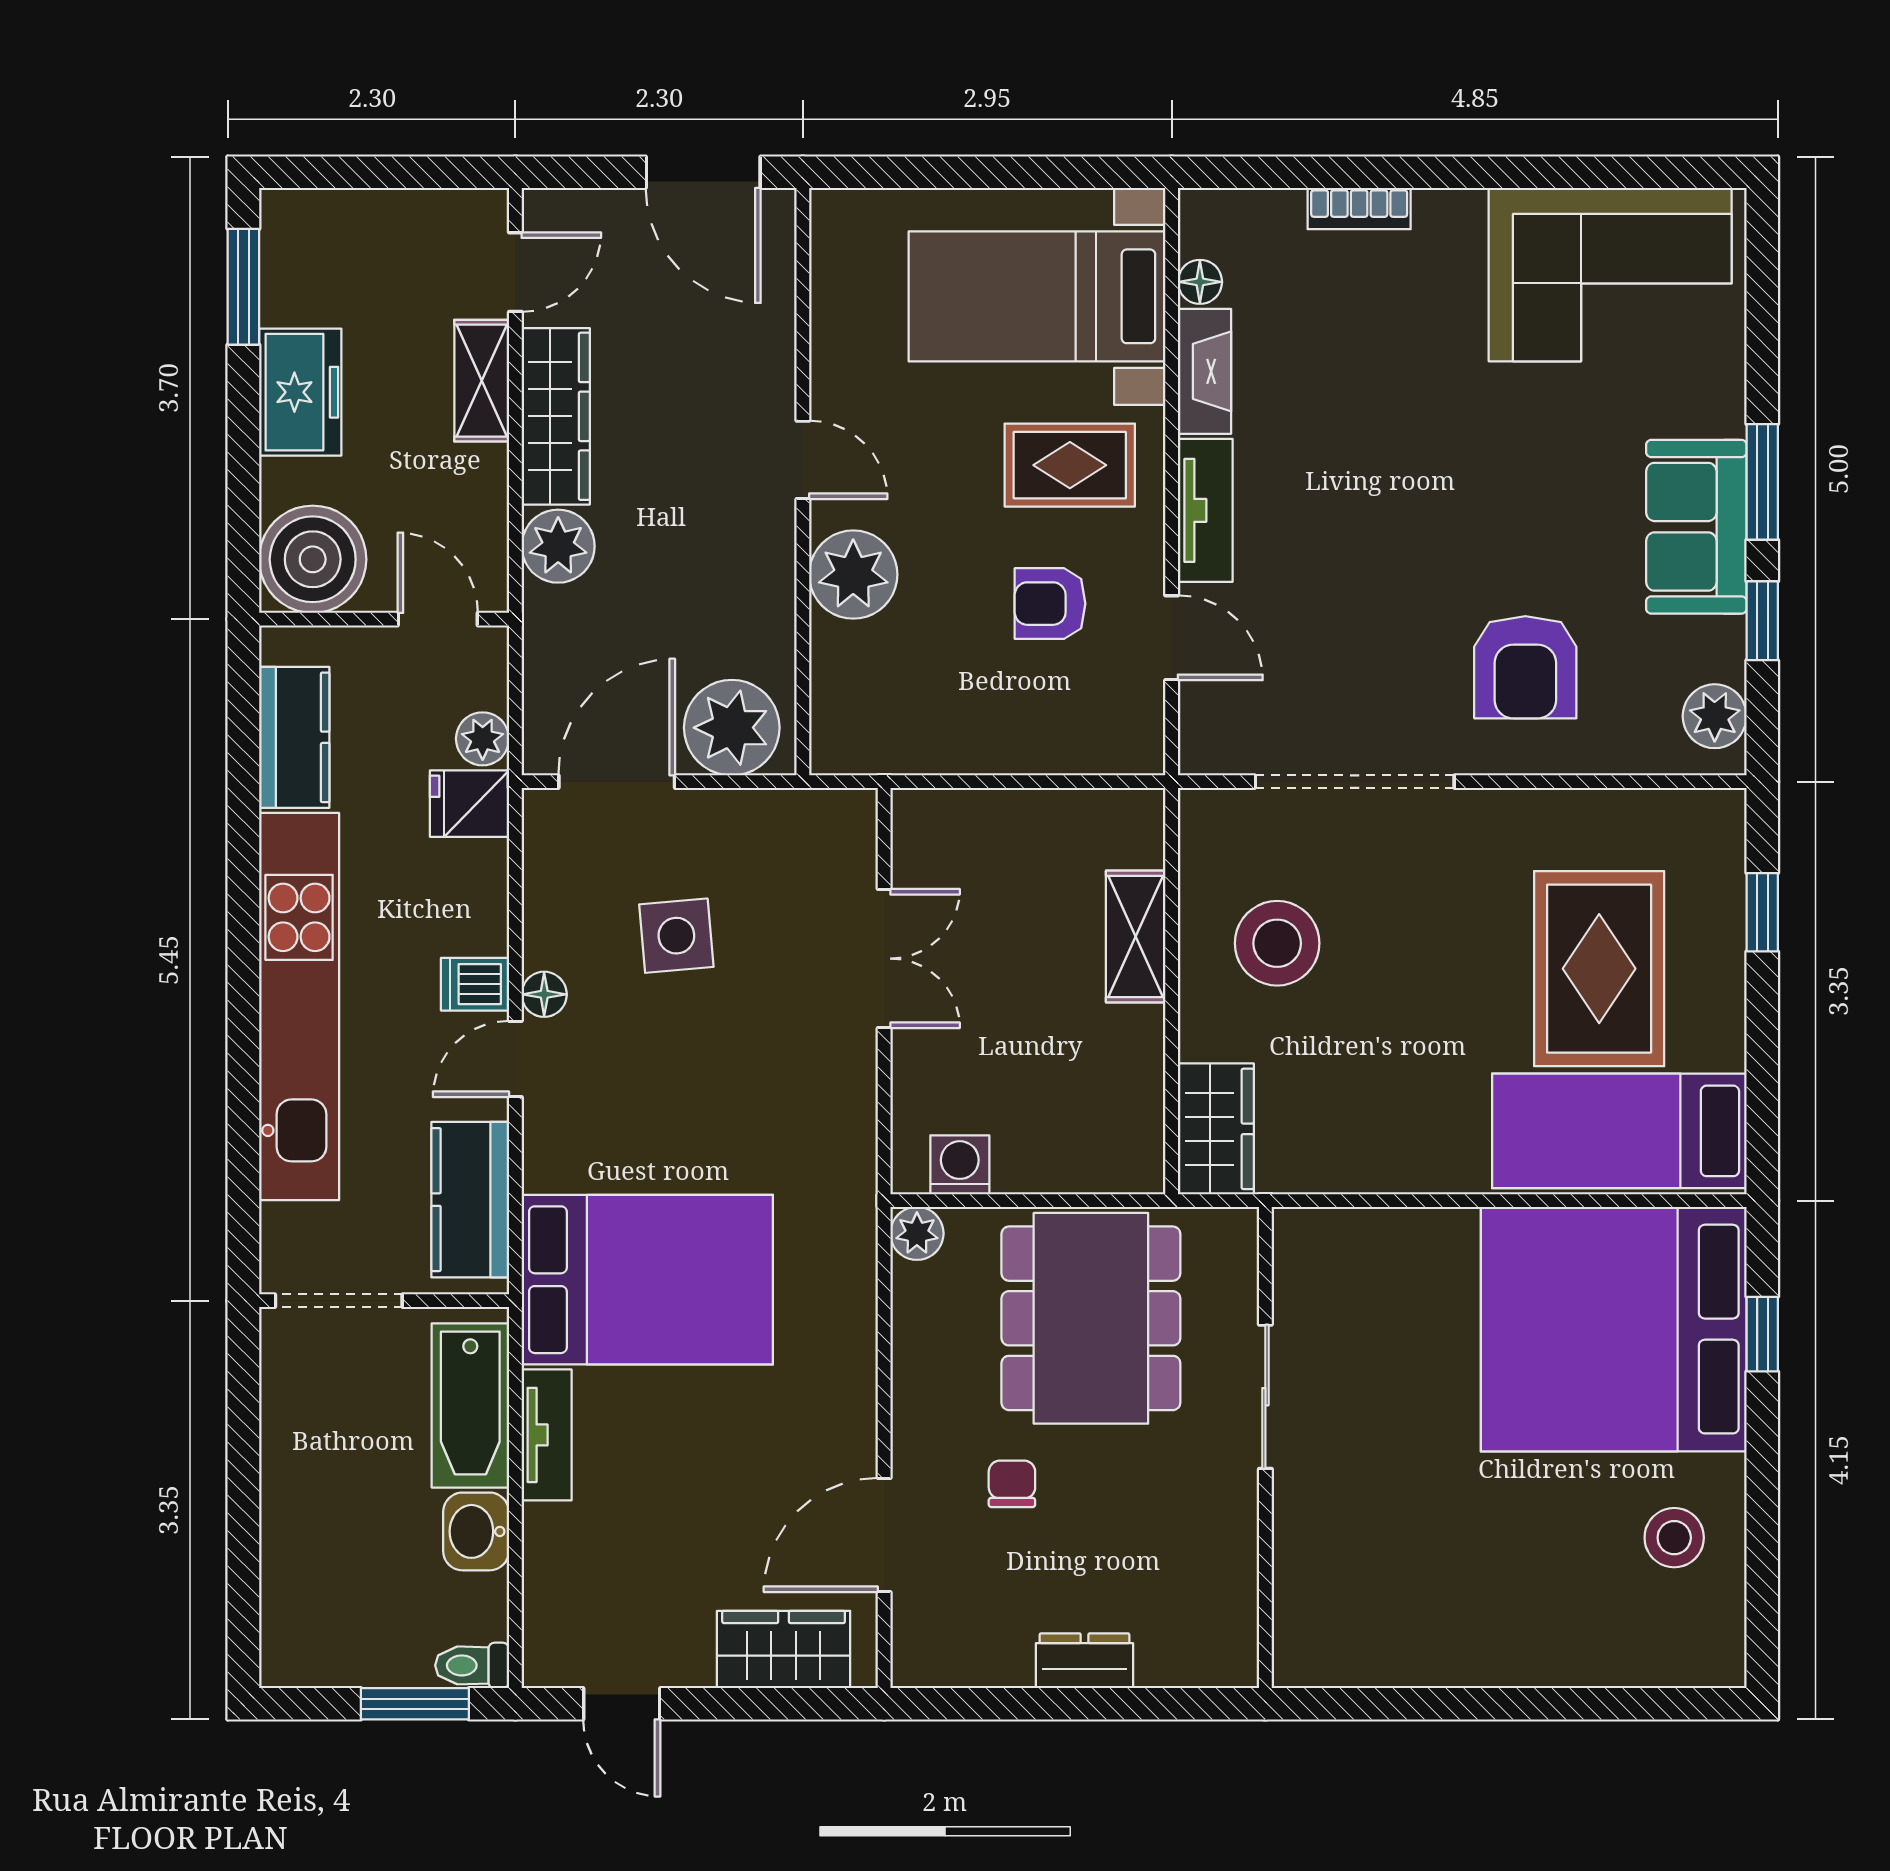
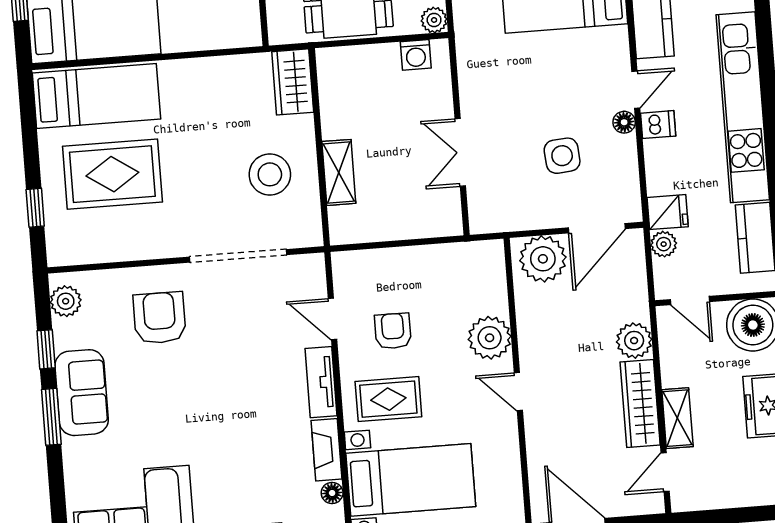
armchair: (1050, 604) -> (393, 331), turned -90
rug: (1599, 969) -> (112, 174), turned 90

